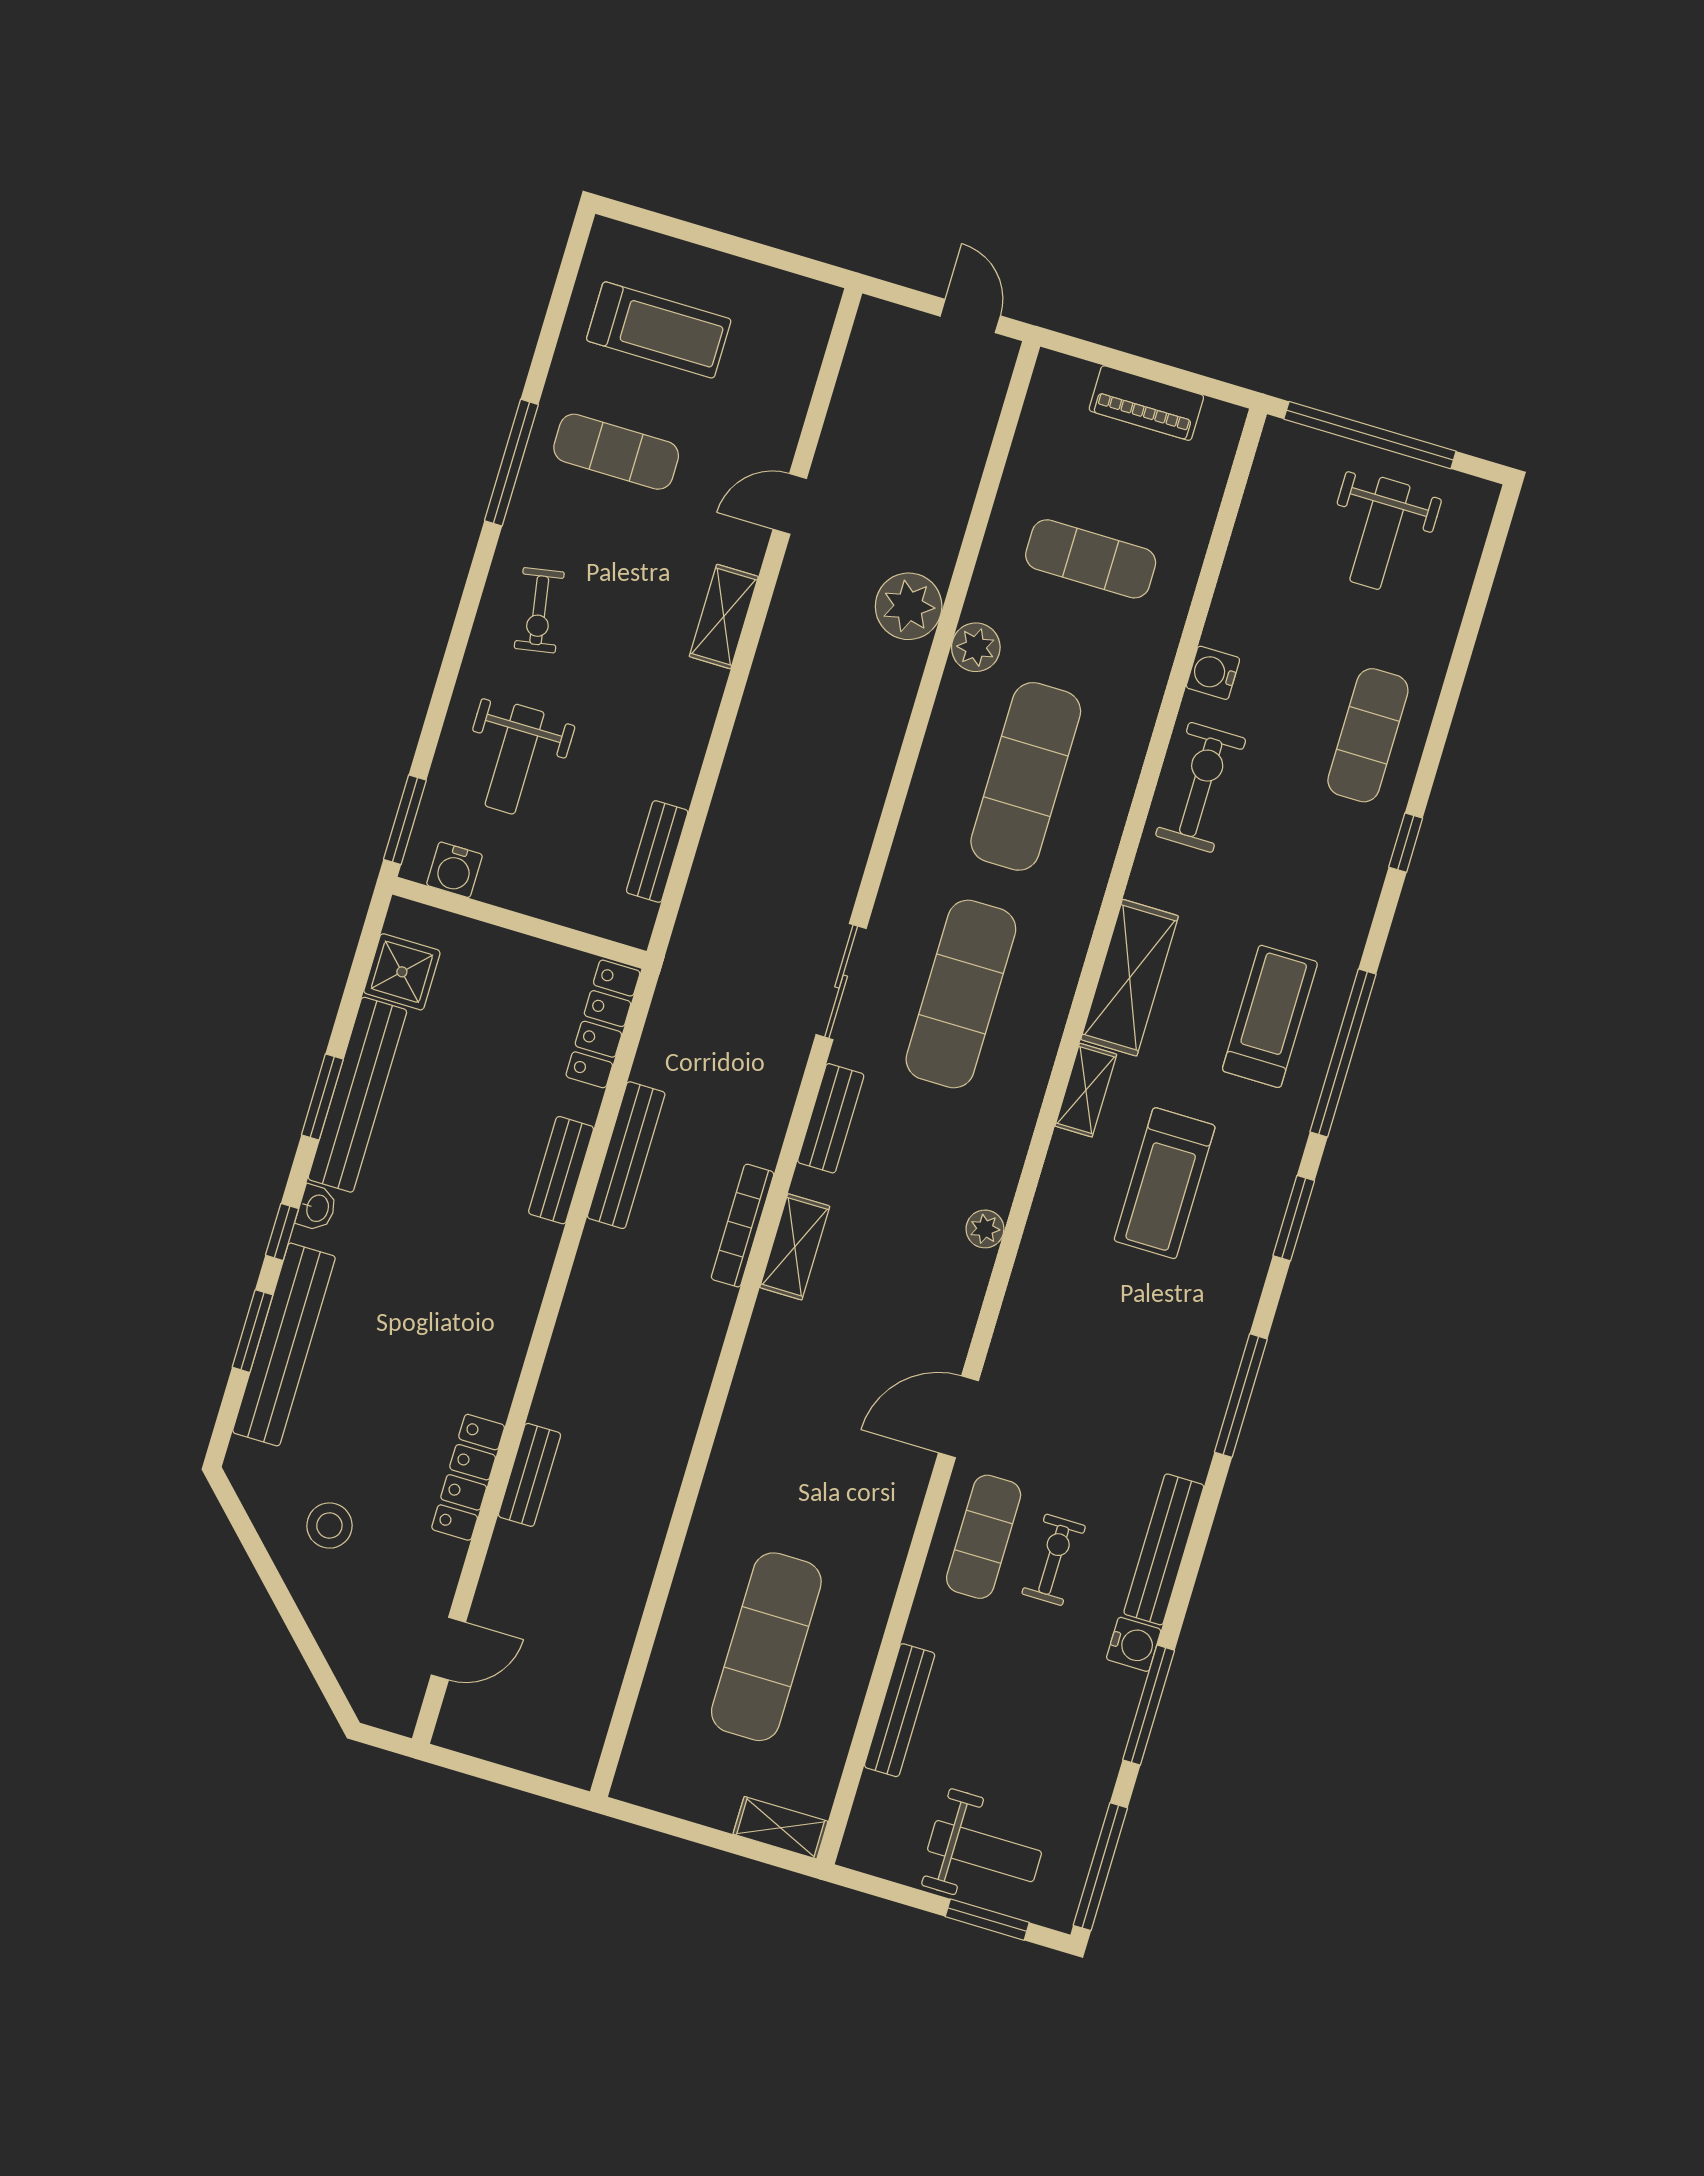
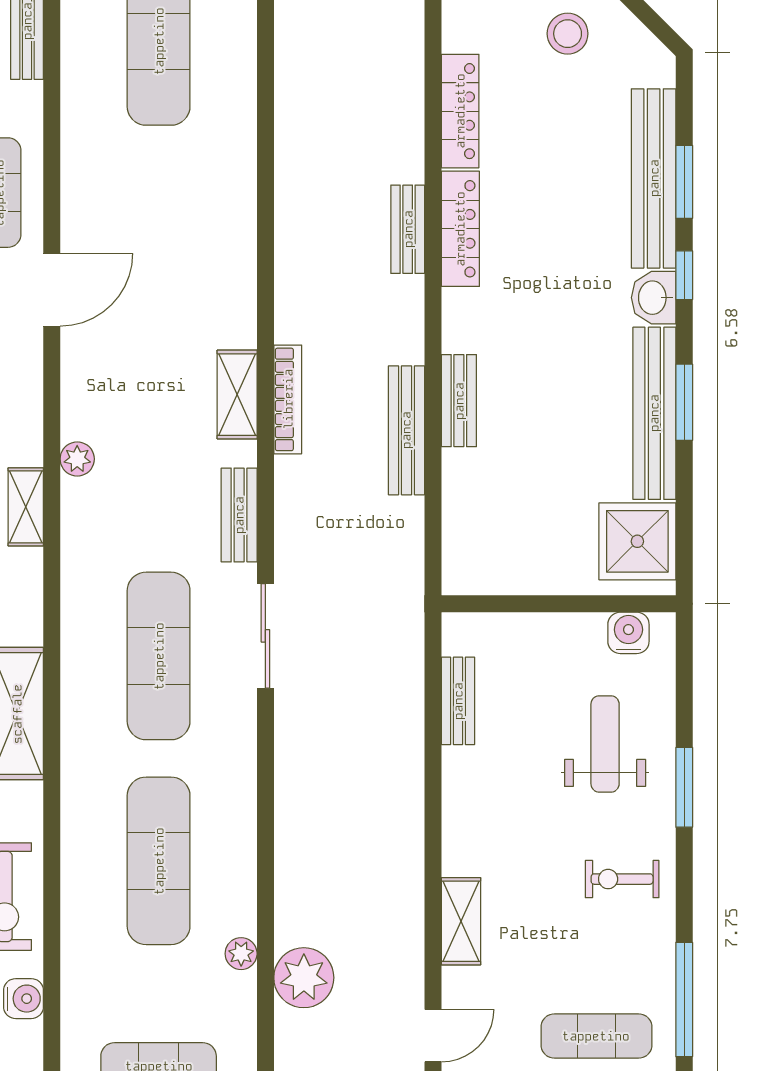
exercise bike: (539, 610) -> (622, 879), turned -80
plant: (976, 647) -> (241, 954), width x0.73, depth x0.73
window: (405, 820) -> (684, 787), moved
shower: (402, 972) -> (637, 541), width x1.36, depth x1.36
locker: (603, 1024) -> (460, 229), moved
shelving: (1086, 1090) -> (26, 507), moved
washbasin: (317, 1208) -> (654, 298), width x1.38, depth x1.45
bench: (529, 1475) -> (408, 229), moved

